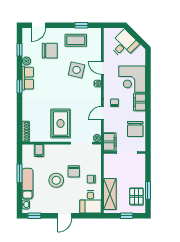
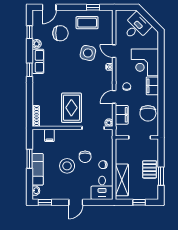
filing cabinet: (110, 142) -> (122, 115), moved
pallet: (136, 196) -> (150, 169), moved

